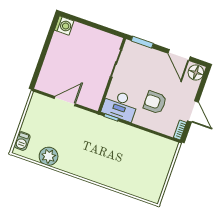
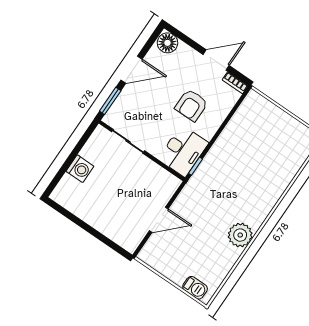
washing machine: (64, 26) -> (80, 169), moved, turned 90
door: (179, 55) -> (132, 70), moved
door: (65, 101) -> (159, 220), swing flipped
plant: (49, 156) -> (240, 235), moved

